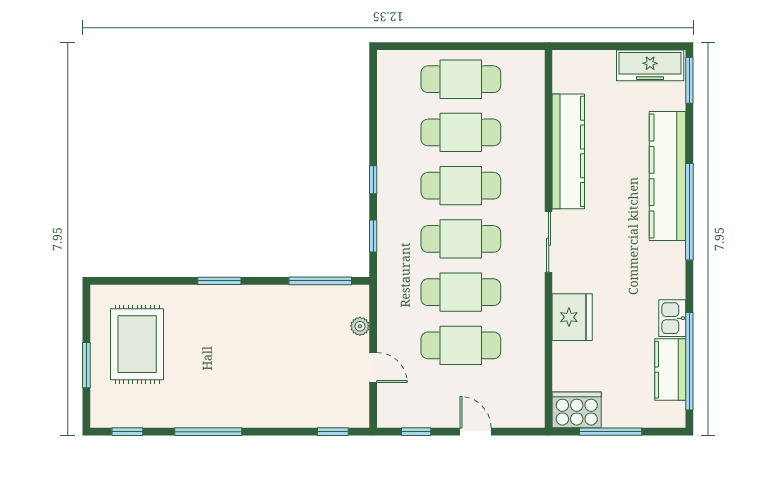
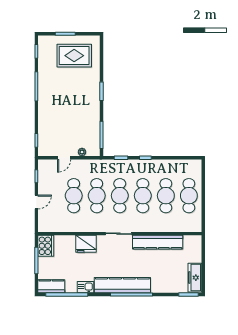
kitchen counter: (668, 176) -> (122, 285), moved
kitchen counter: (670, 370) -> (51, 286), moved

